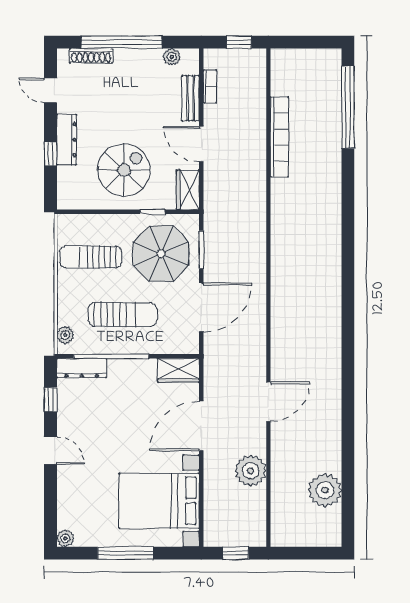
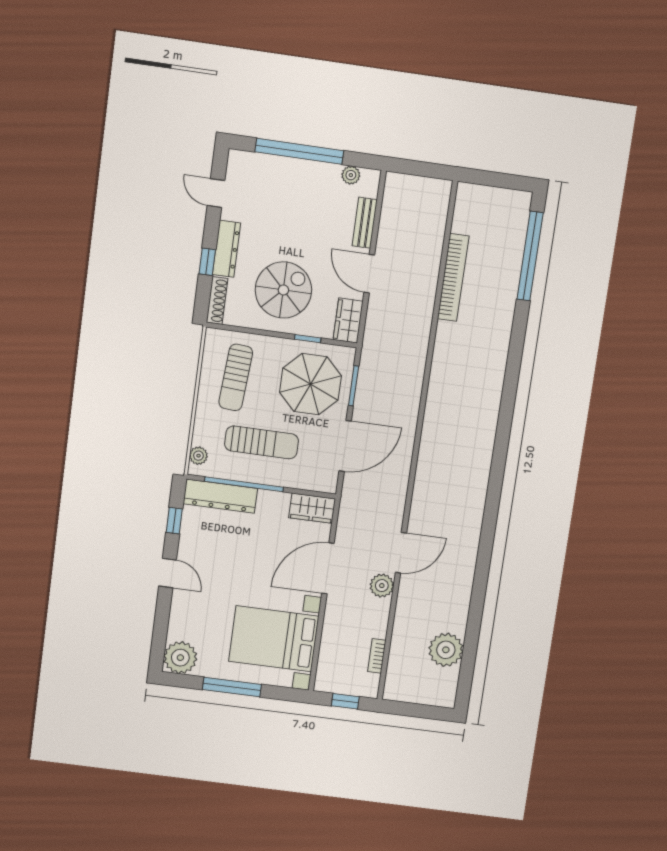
window: (239, 42) -> (425, 169), removed
shoe rack: (91, 56) -> (217, 300), moved, turned -90
bookcase: (210, 87) -> (377, 656), moved, turned 180
sun lounger: (91, 257) -> (236, 377), turned -86
dresser: (82, 368) -> (220, 496), width x1.37, depth x1.24
plant: (251, 471) -> (382, 586), moved, width x0.73, depth x0.73
plant: (65, 538) -> (180, 658), width x1.88, depth x1.88

